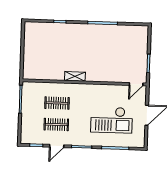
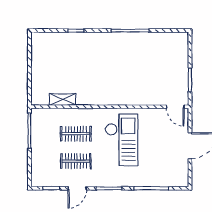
shelving: (75, 76) -> (63, 99), moved
door: (136, 84) -> (175, 107), hinge flipped
checkout: (112, 120) -> (122, 140), moved, turned -90

